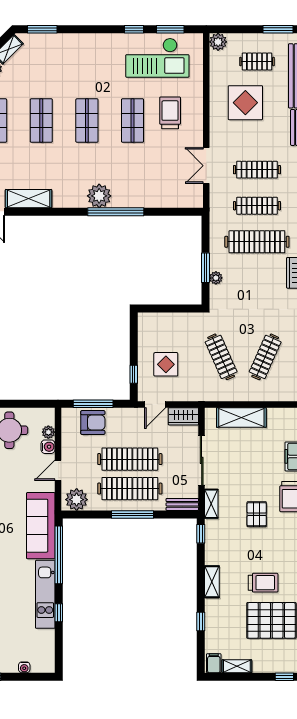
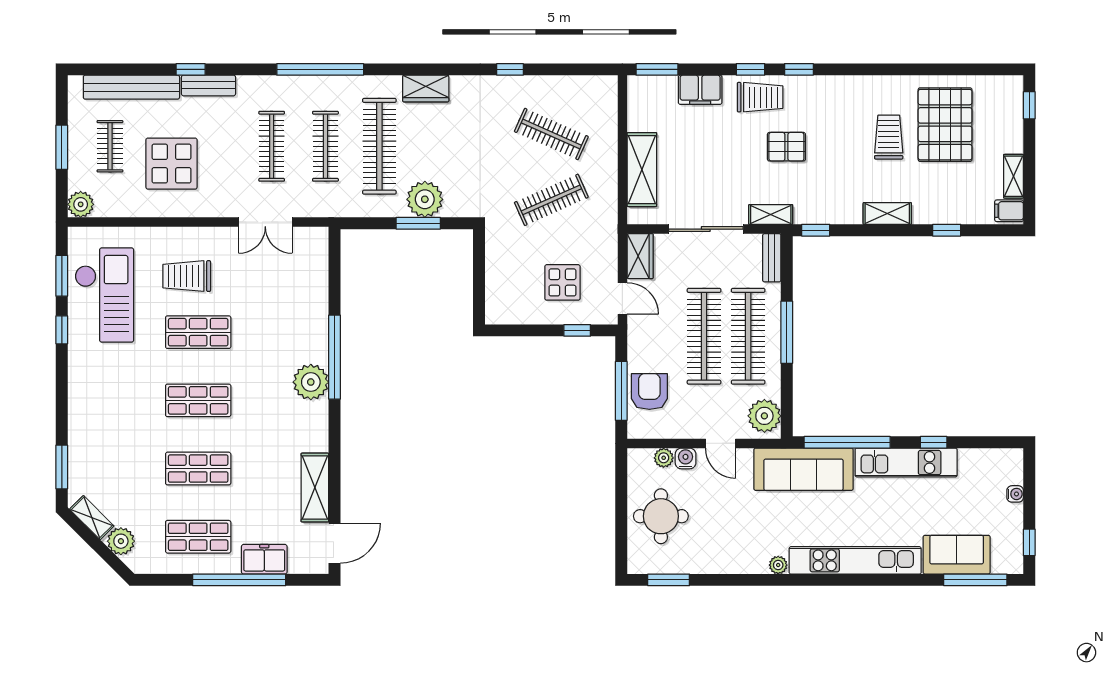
window: (278, 29) -> (62, 147), moved
plant: (216, 278) -> (425, 199), width x1.88, depth x1.88

